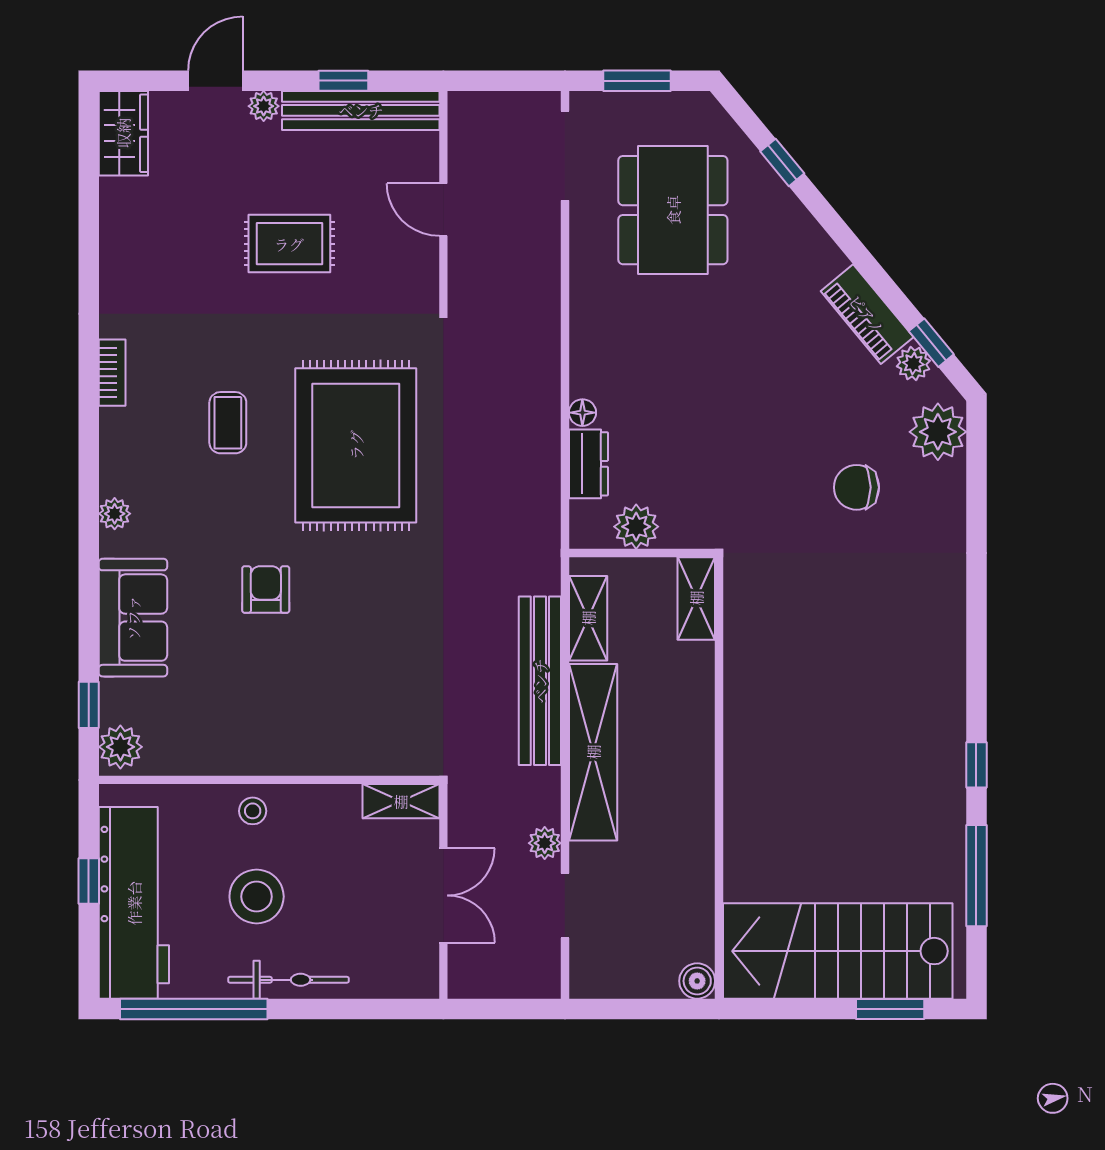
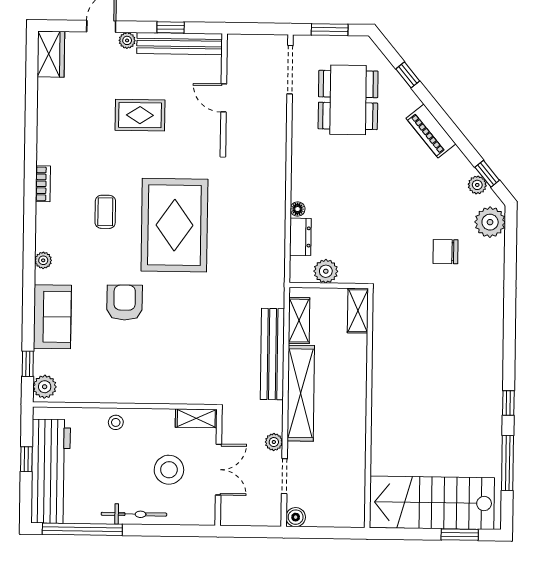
piano: (867, 314) -> (431, 131), moved
armchair: (266, 590) -> (125, 303), width x1.38, depth x1.38
stool: (257, 897) -> (169, 470), moved
boiler: (697, 981) -> (296, 517), moved

